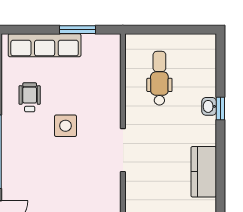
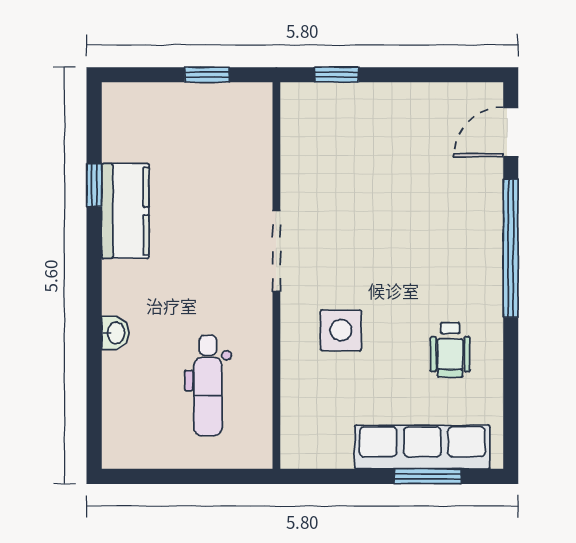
window: (77, 30) -> (428, 476), moved
window: (220, 109) -> (94, 185), moved
side table: (65, 126) -> (341, 330), moved

